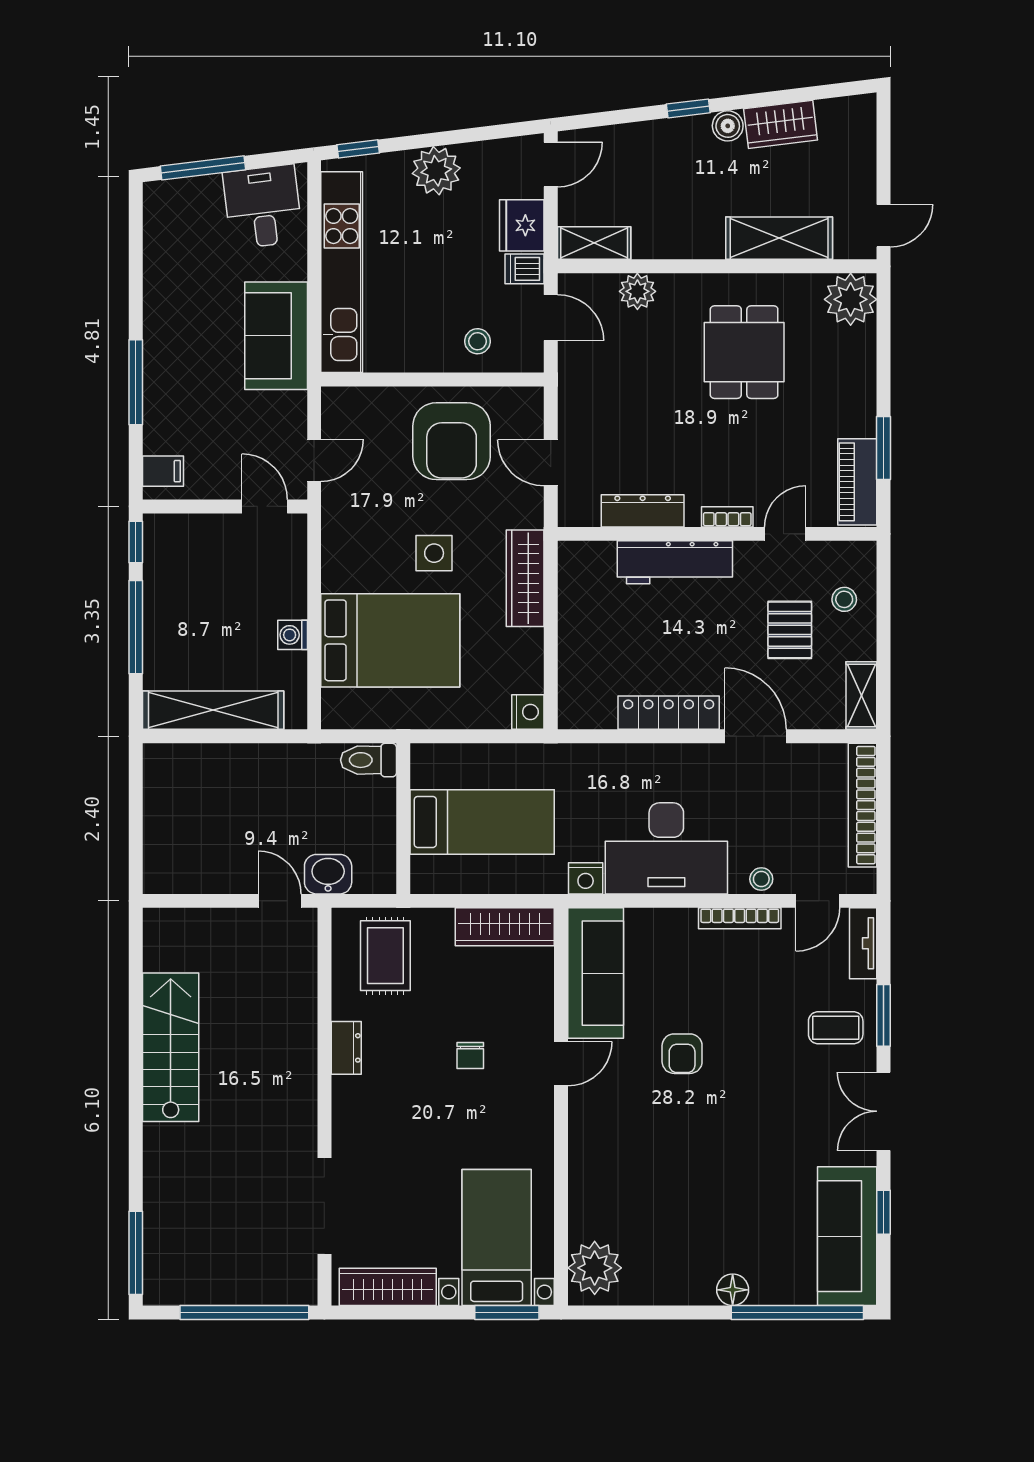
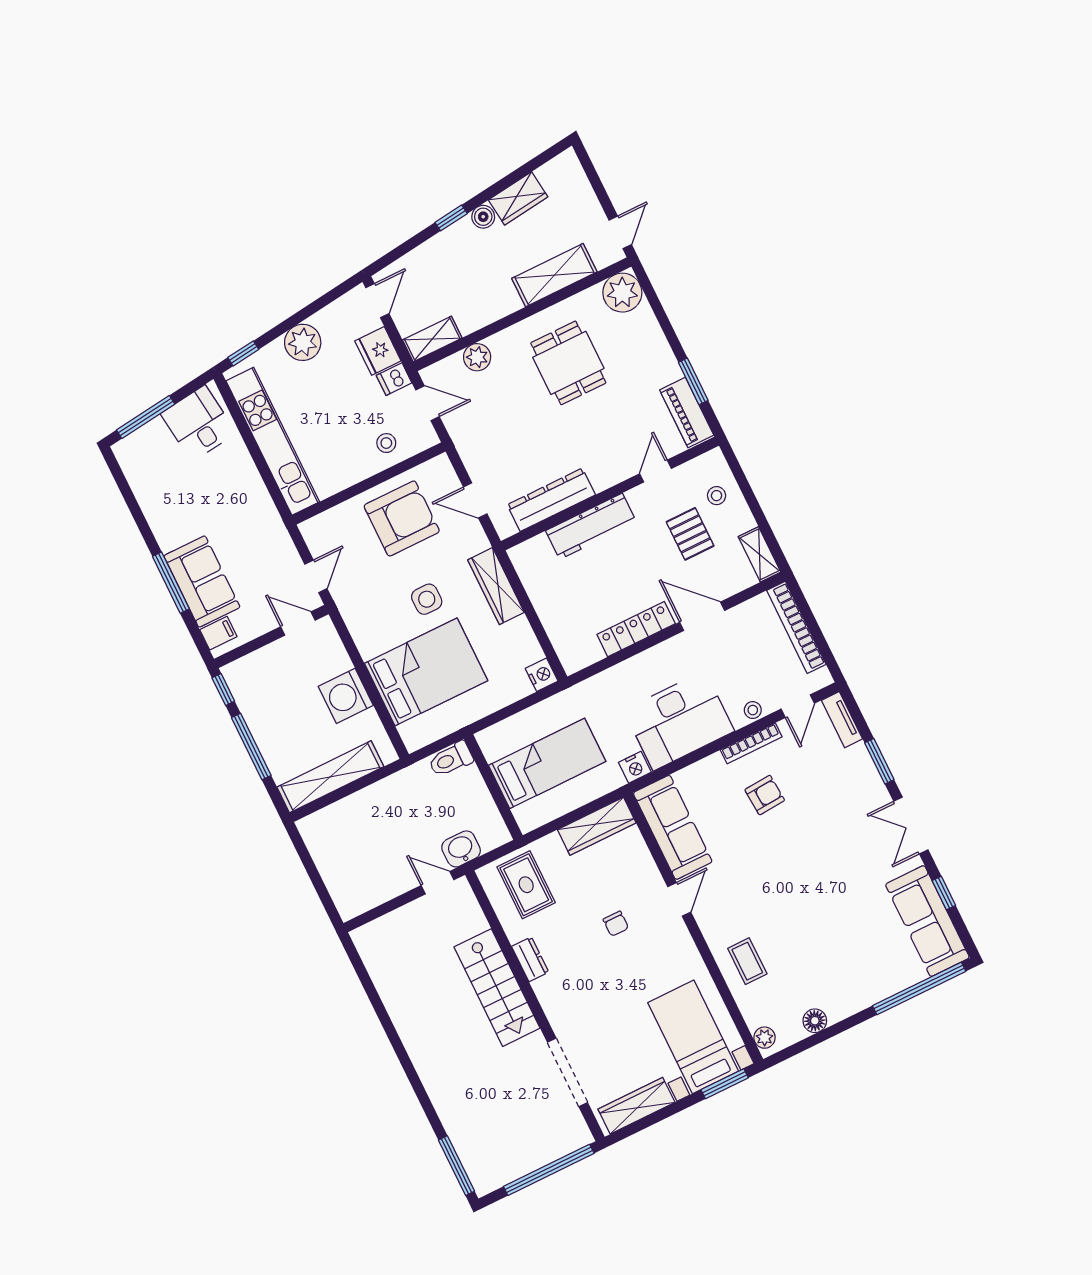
sofa: (276, 336) -> (202, 582), moved, turned 180
armchair: (452, 441) -> (402, 518), turned -90
dresser: (643, 511) -> (551, 500), width x1.37, depth x1.24
bookcase: (727, 517) -> (611, 479), removed
washing machine: (293, 635) -> (346, 696), width x1.89, depth x1.89
coffee table: (836, 1028) -> (747, 961), moved, turned 90
stairs: (171, 1047) -> (497, 988), moved, turned 180
armchair: (682, 1054) -> (765, 795), moved, turned -94
plant: (595, 1268) -> (765, 1038), width x0.53, depth x0.53
floor lamp: (733, 1290) -> (815, 1021), moved

